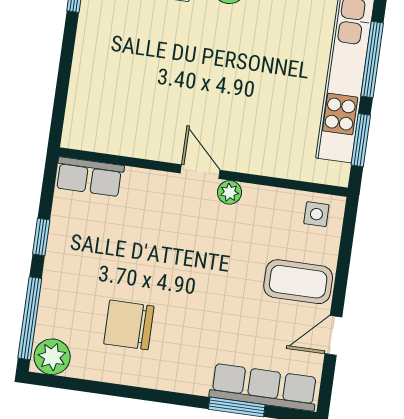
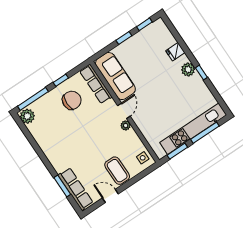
window: (67, 53) -> (124, 38), added
sofa: (123, 130) -> (115, 76), added
row of seats: (89, 177) -> (96, 84), width x1.48
chair: (129, 325) -> (72, 100), moved, turned 90

